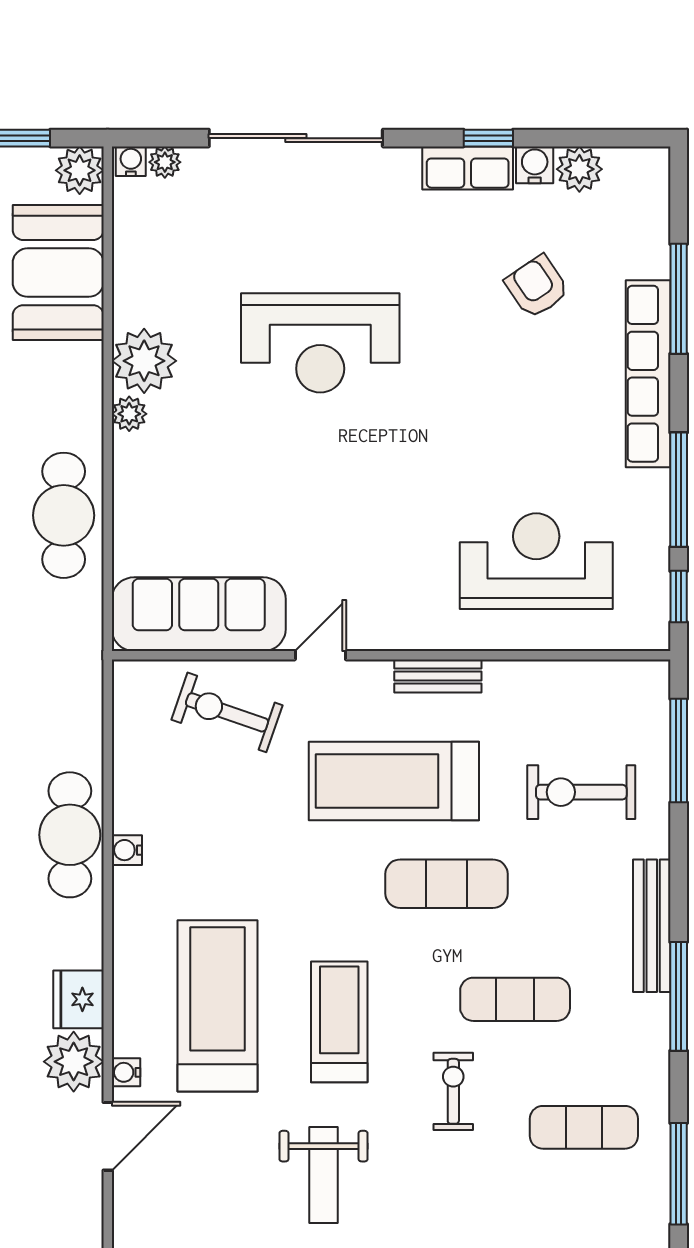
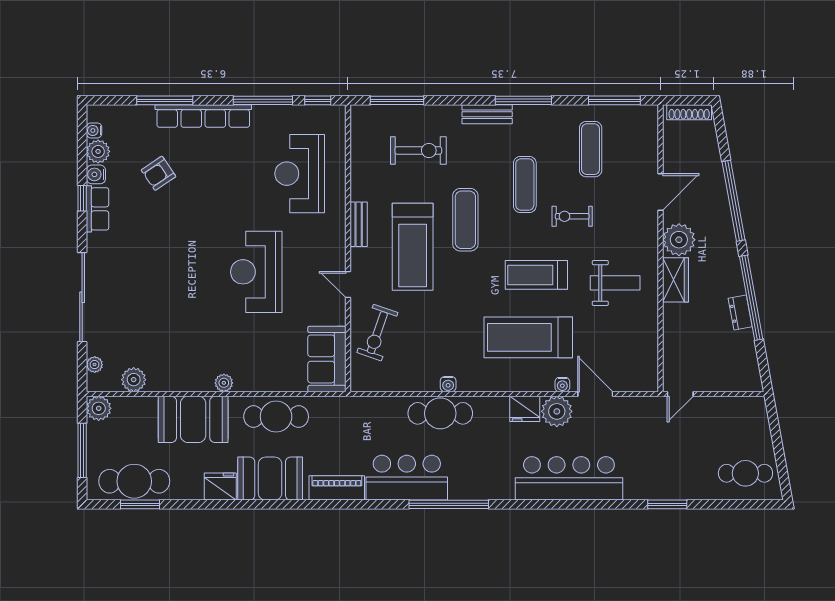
water cooler: (131, 161) -> (94, 130), moved
booth: (58, 273) -> (193, 419), moved
reception desk: (320, 343) -> (256, 272), moved, turned 180
plant: (144, 361) -> (134, 380), moved, width x0.73, depth x0.73
sofa: (199, 614) -> (327, 359), width x0.73
exercise bike: (581, 792) -> (418, 150), turned -90
bench: (652, 926) -> (487, 114), width x0.73

